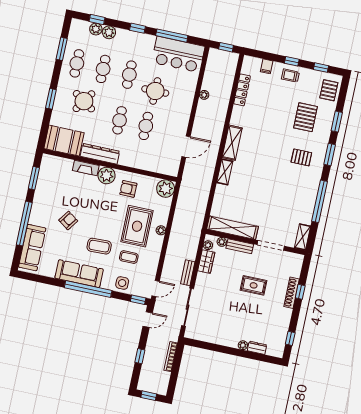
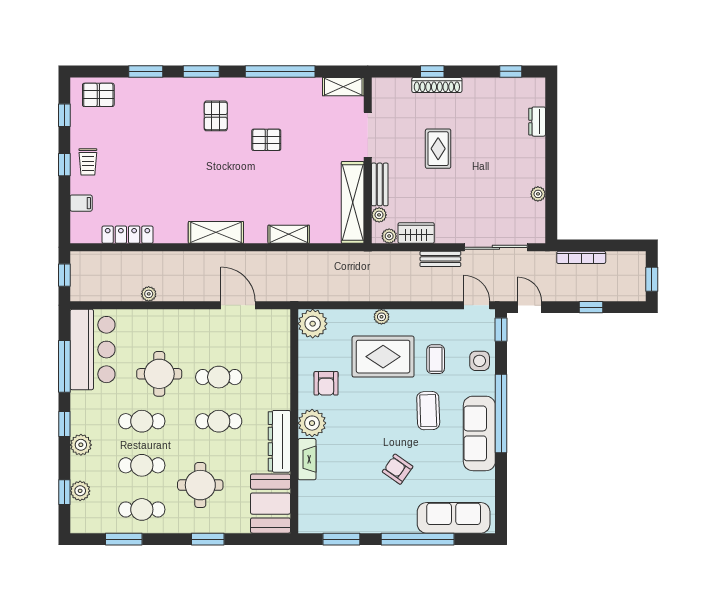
plant: (109, 32) -> (81, 445), moved
round table: (84, 101) -> (200, 485), turned -34
pallet: (305, 117) -> (266, 140), moved, width x0.67, depth x0.71
shelving: (225, 172) -> (289, 234), moved
plant: (243, 345) -> (538, 194), moved

